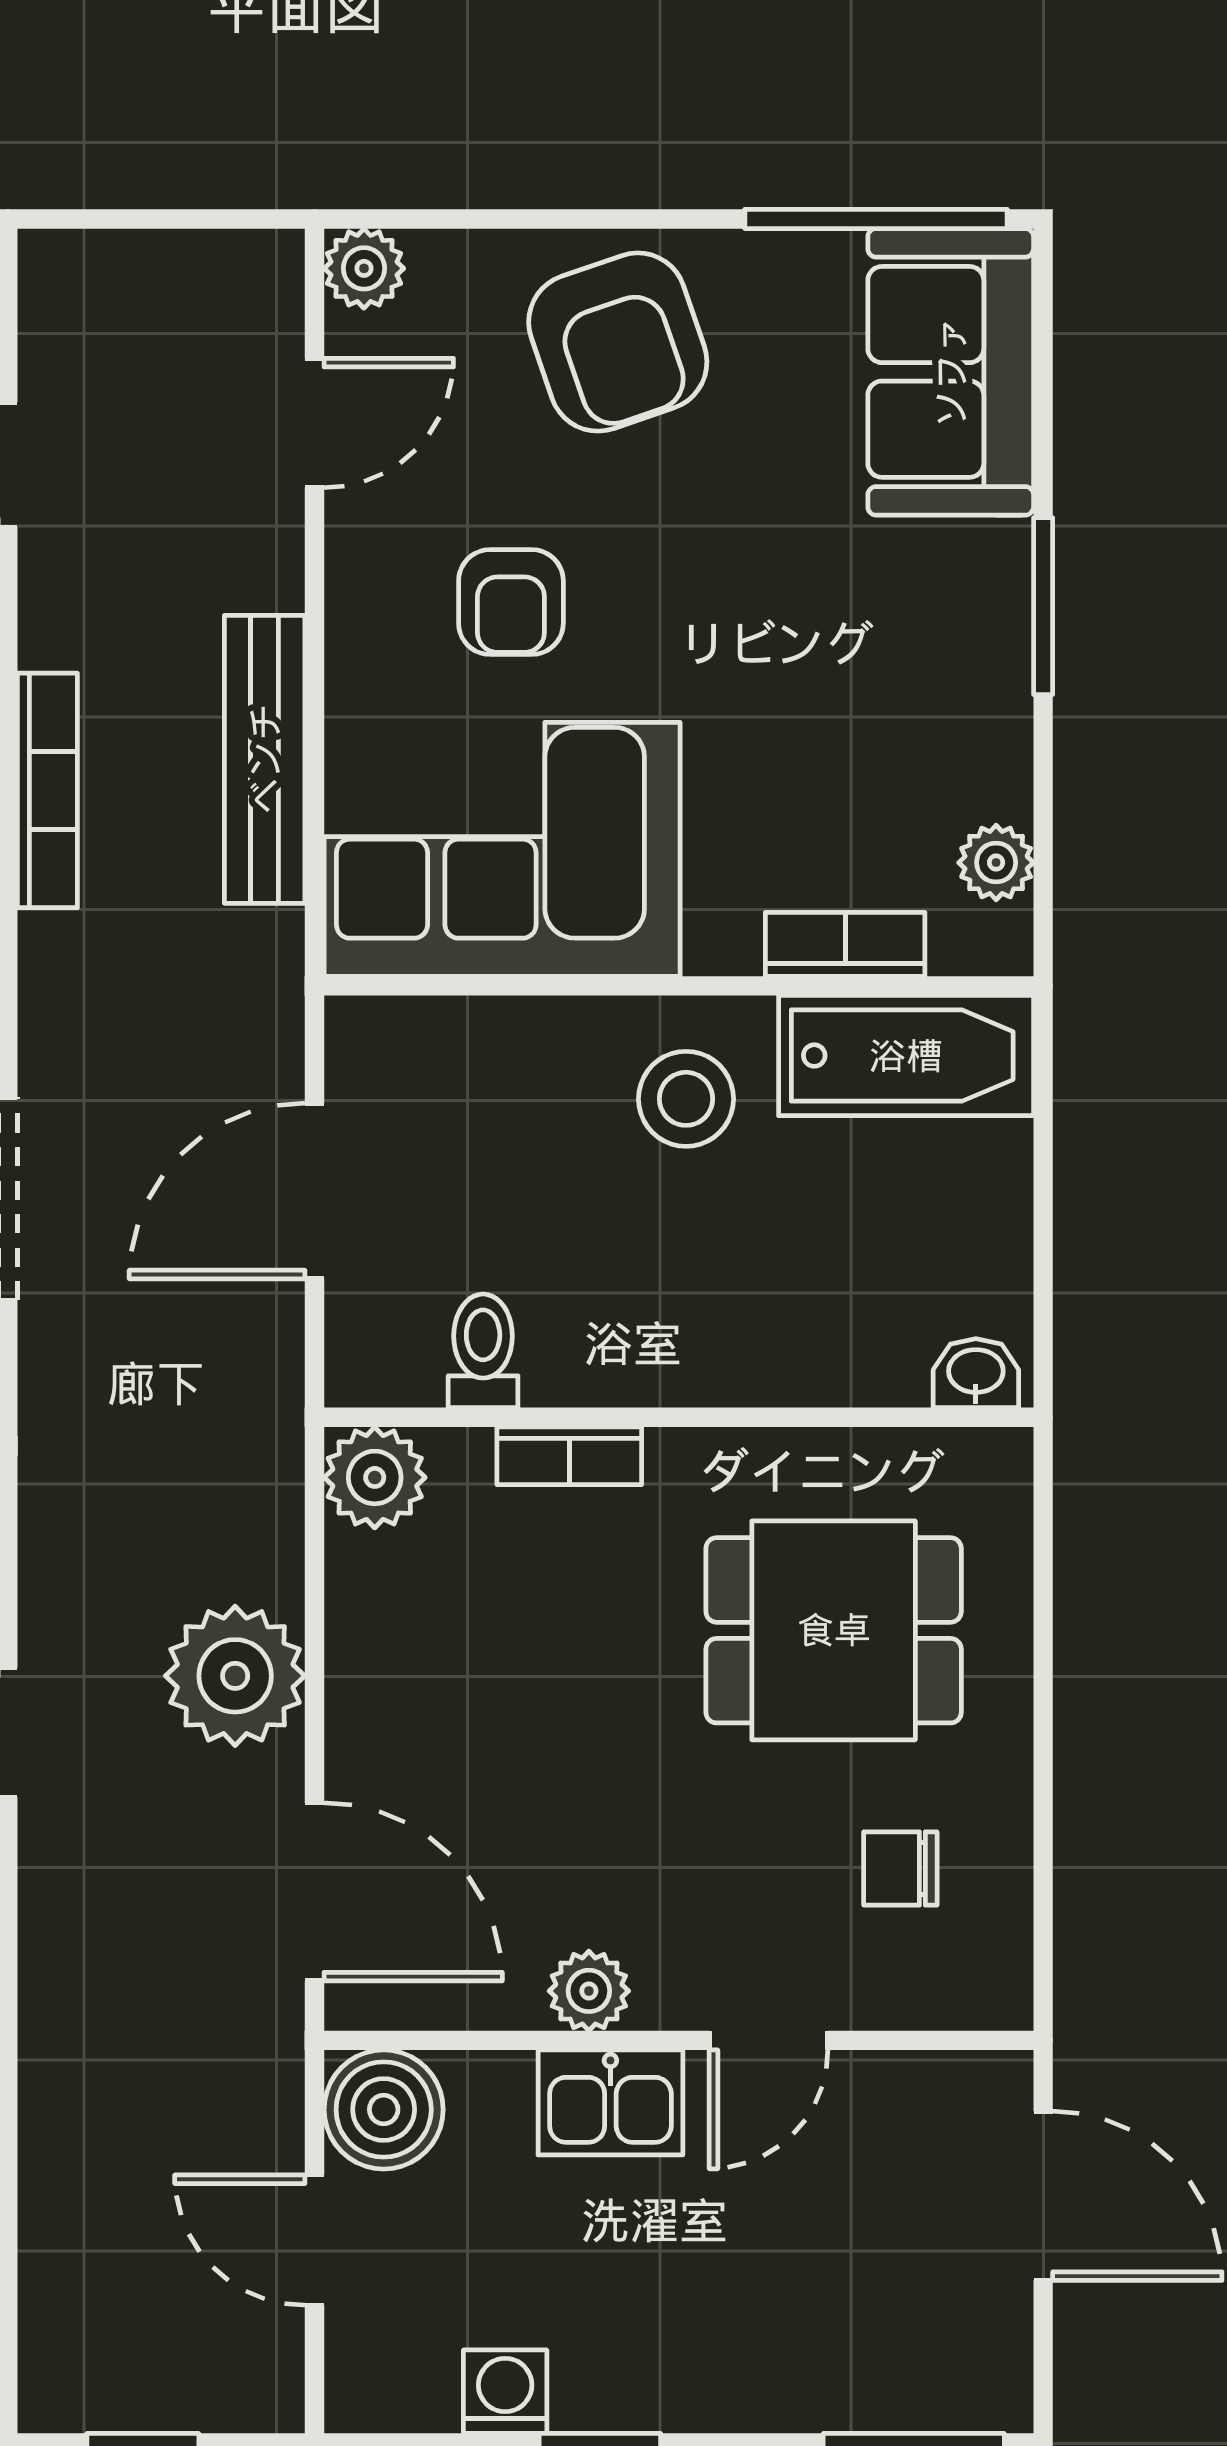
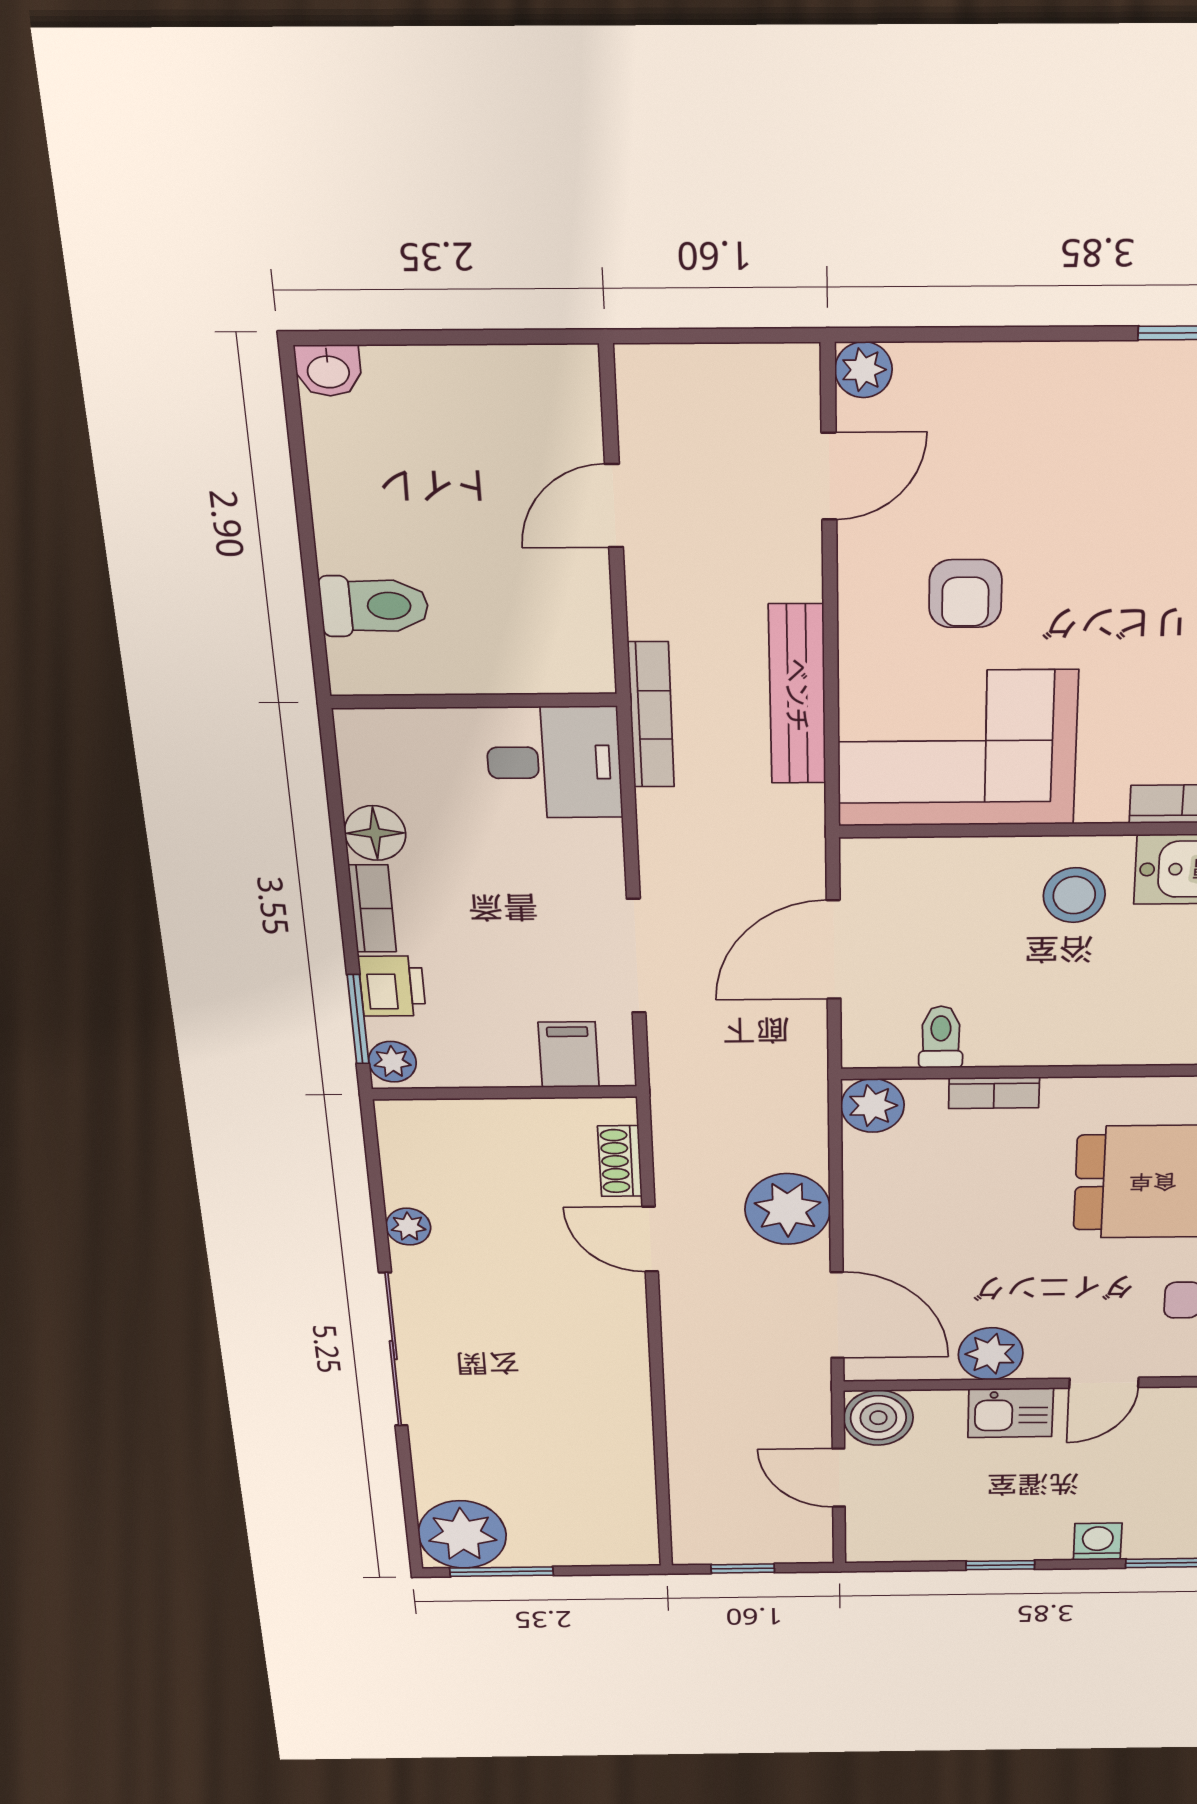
armchair: (618, 342) -> (1044, 420), removed
plant: (589, 1991) -> (991, 1354), width x1.38, depth x1.38
washing machine: (505, 2392) -> (1098, 1542), moved

